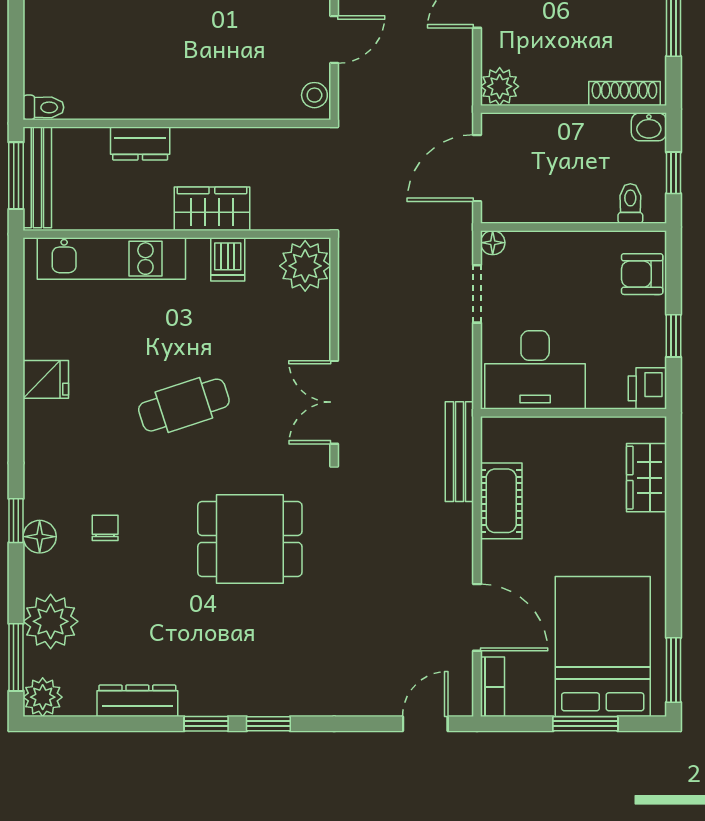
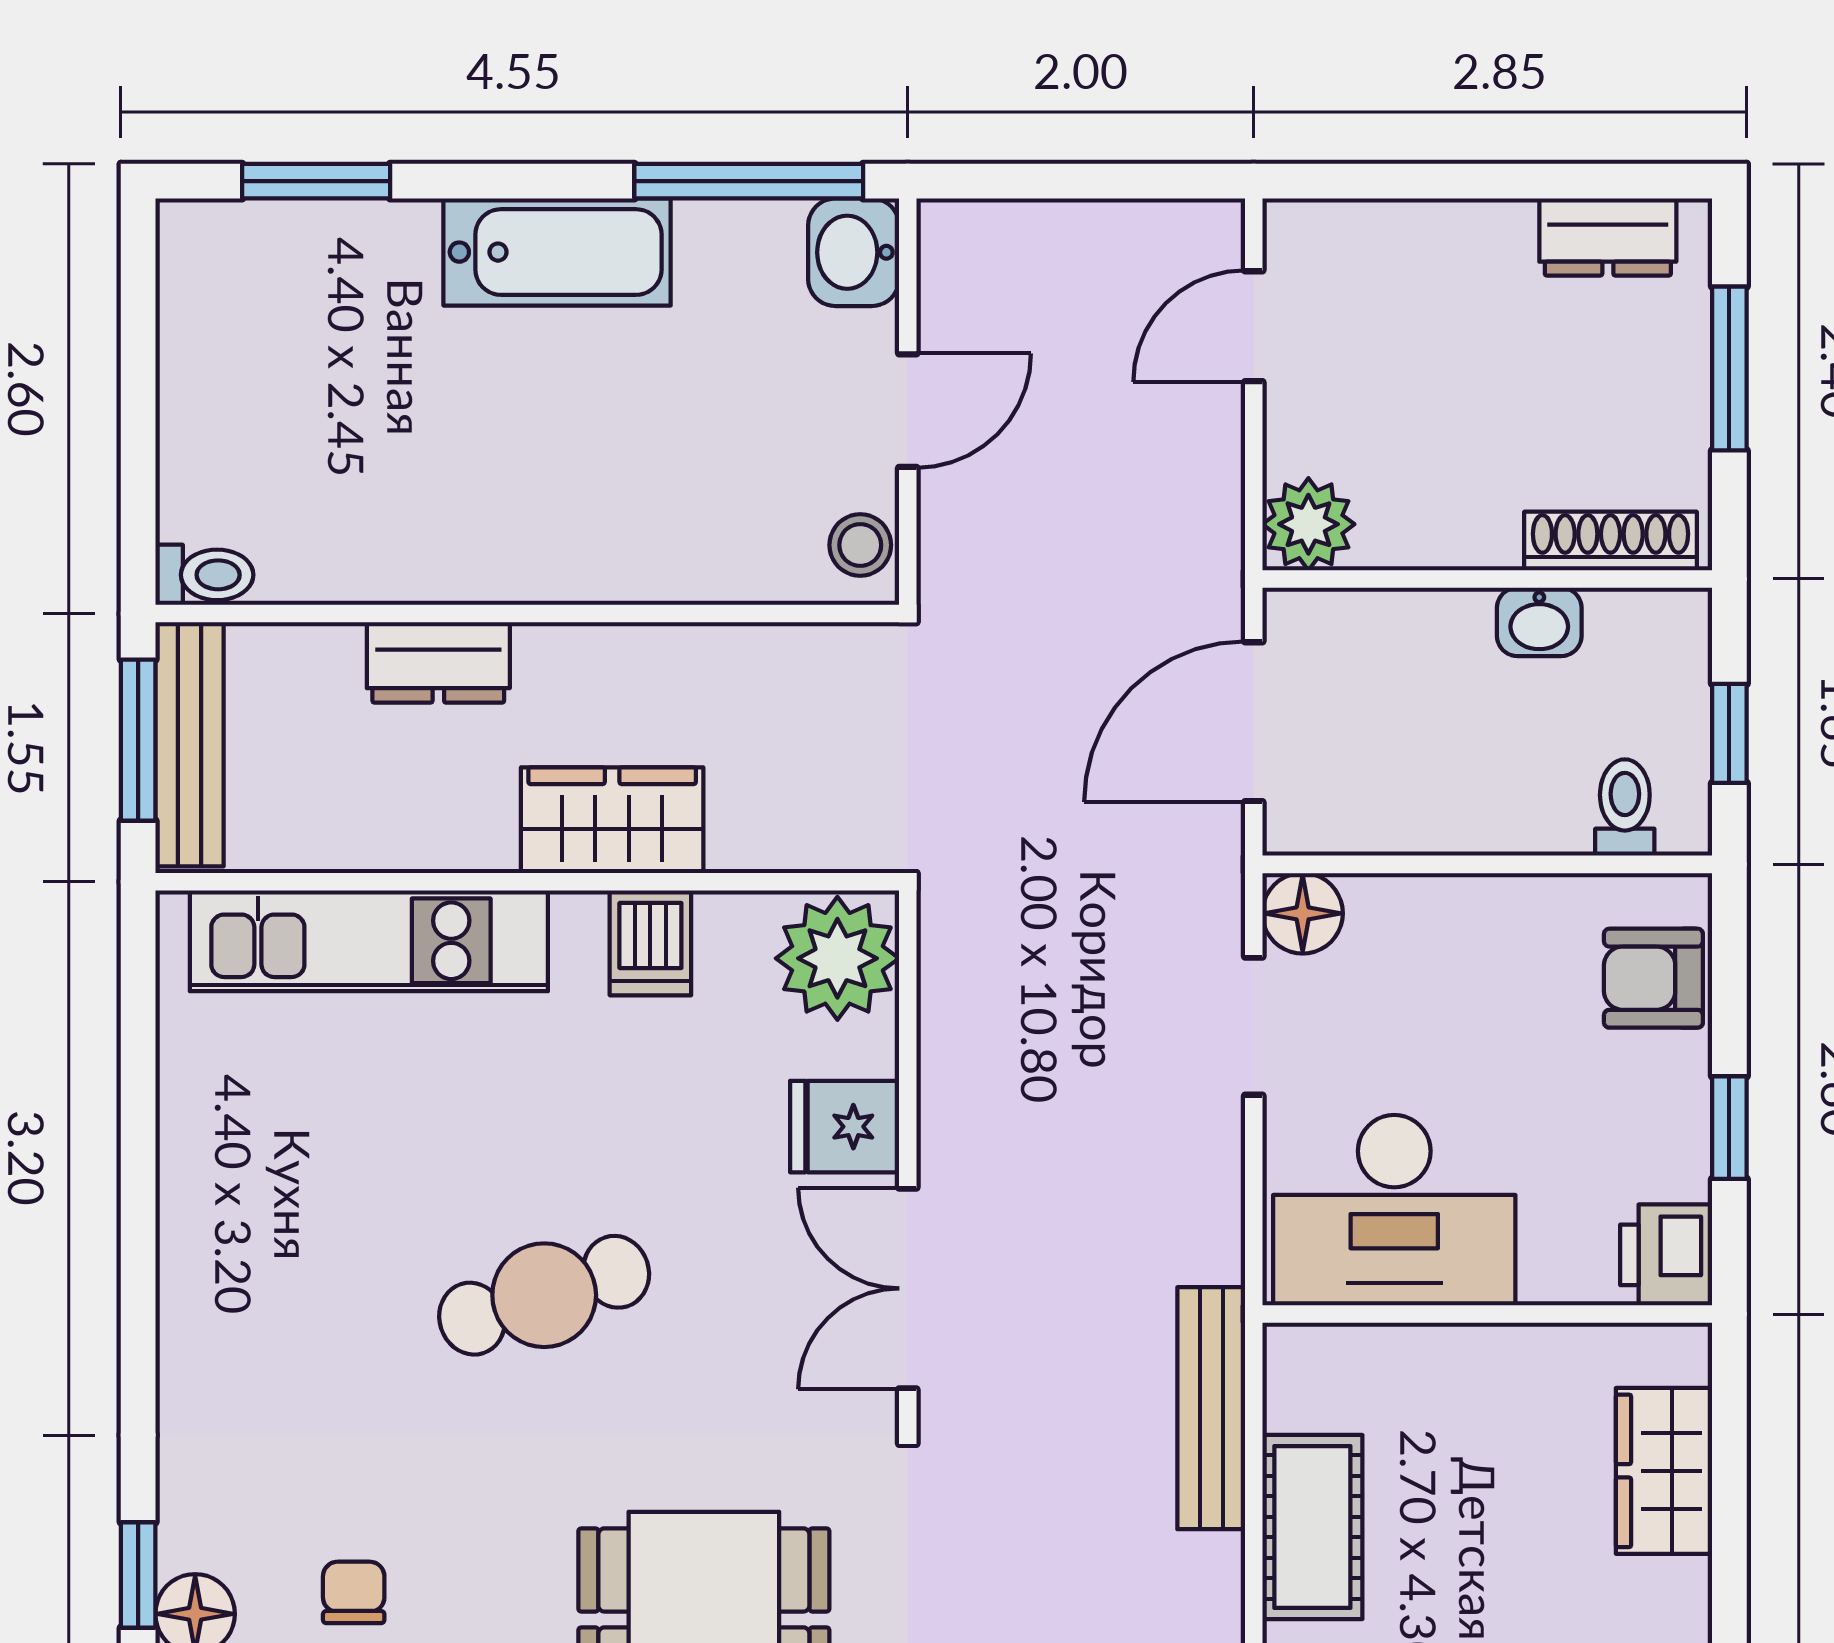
washbasin: (649, 127) -> (1539, 622), moved
floor lamp: (493, 243) -> (1303, 913), width x1.37, depth x1.37
fridge: (46, 379) -> (845, 1127), moved, turned 180

